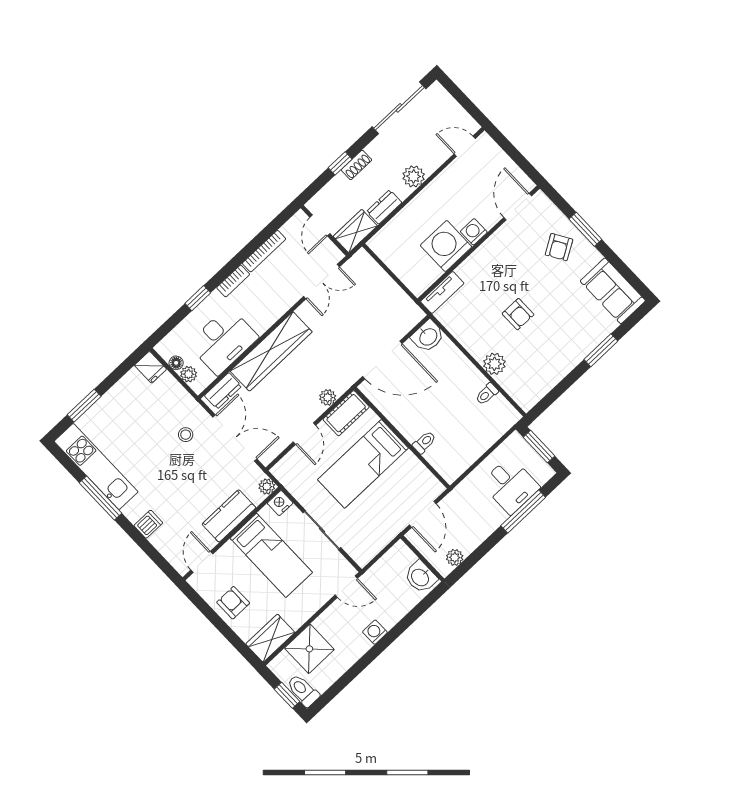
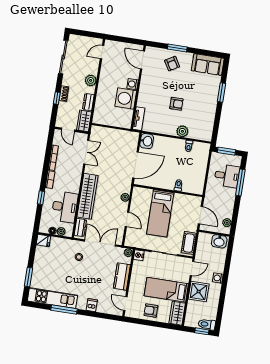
cot: (346, 413) -> (189, 243), moved
bed: (271, 555) -> (166, 290), moved, turned 180
shower: (309, 649) -> (199, 291), moved

